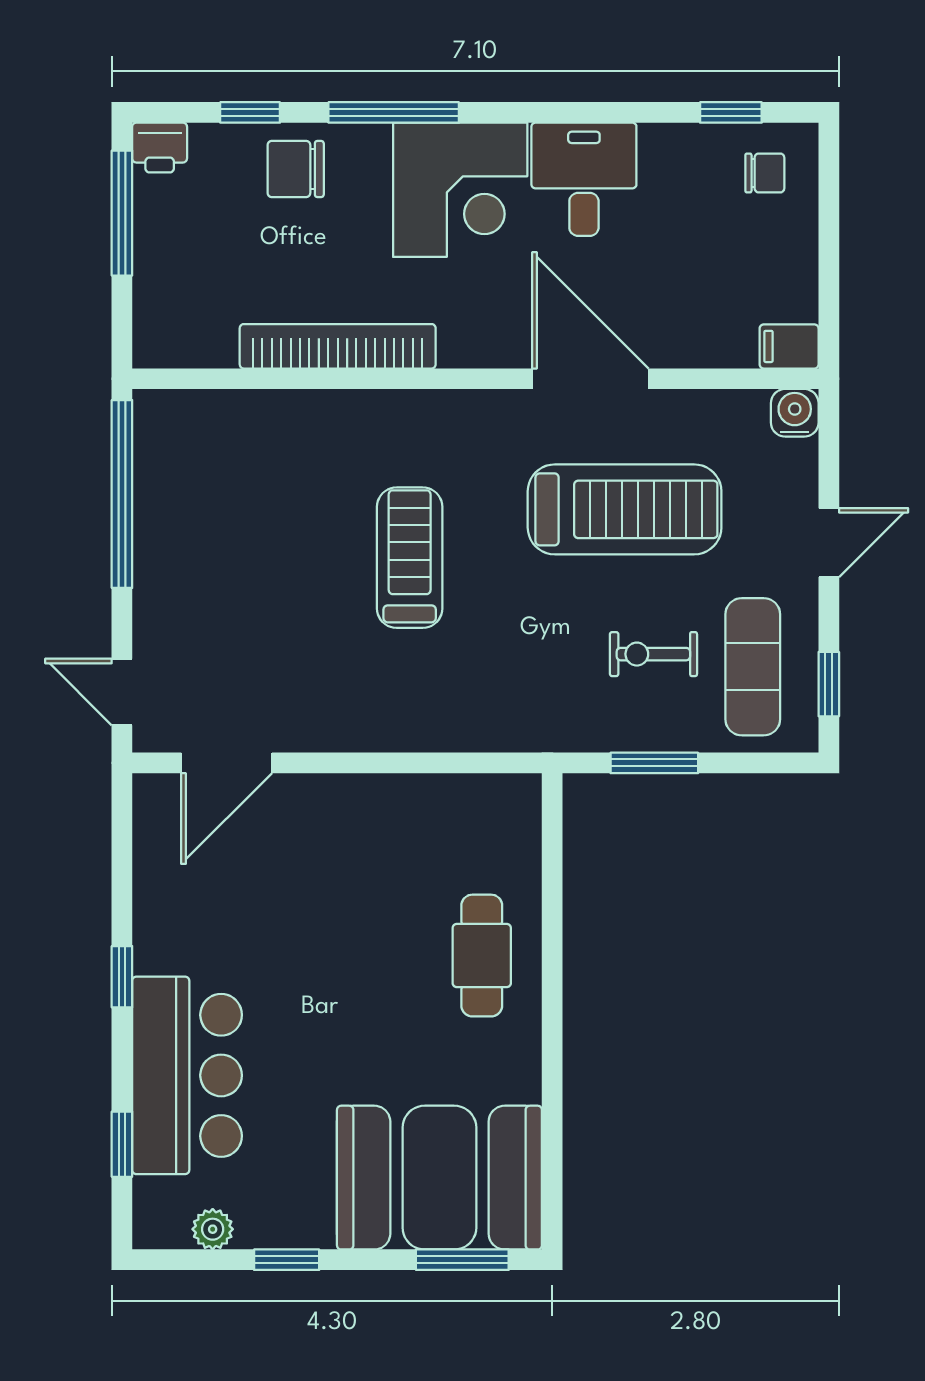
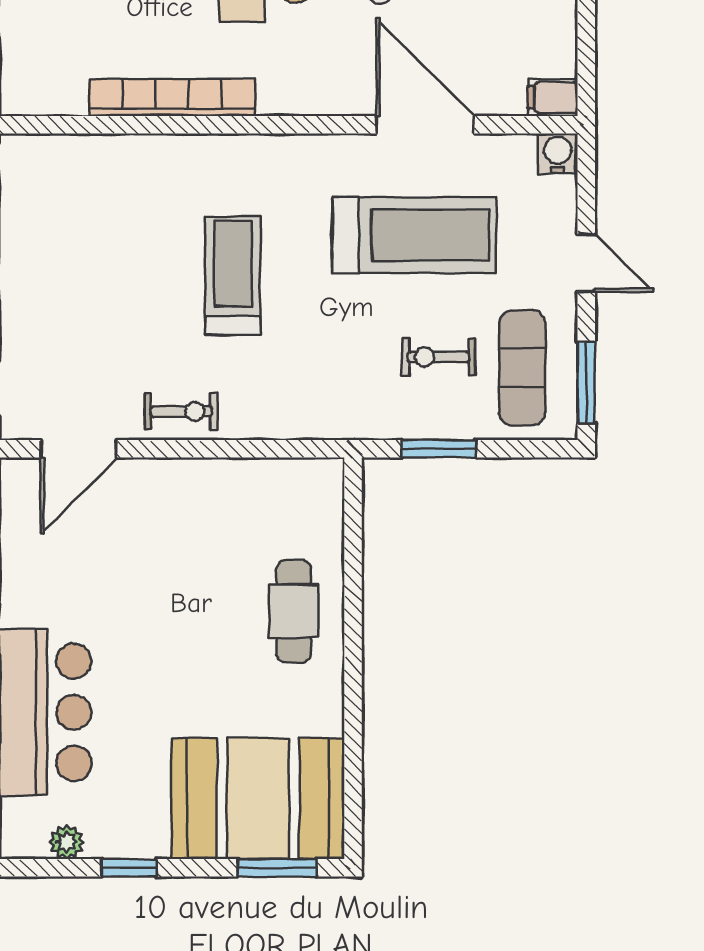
door: (590, 379) -> (425, 125), moved
door: (829, 543) -> (586, 263), hinge flipped
window: (829, 684) -> (586, 382), width x1.50
exercise bike: (348, 719) -> (181, 411), added

